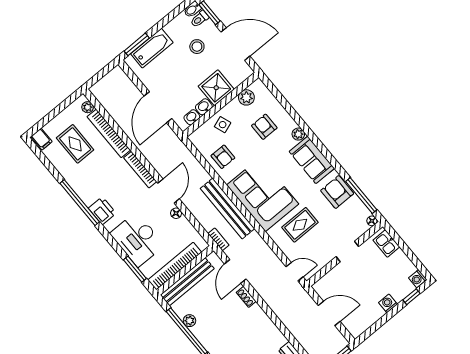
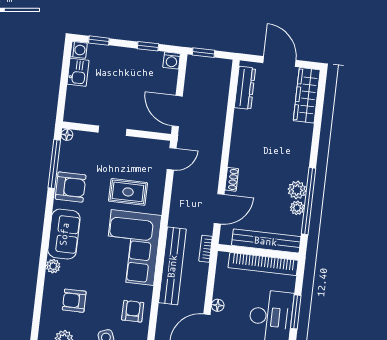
armchair: (264, 127) -> (74, 301), turned 90
armchair: (337, 192) -> (71, 187), turned -90
kitchen sink: (386, 243) -> (78, 72), moved
window: (135, 269) -> (296, 312), moved
door: (295, 272) -> (172, 159), swing flipped
washing machine: (388, 303) -> (172, 61), moved
door: (329, 313) -> (177, 111), moved
window: (379, 324) -> (148, 46), added
plant: (201, 331) -> (297, 190), added

